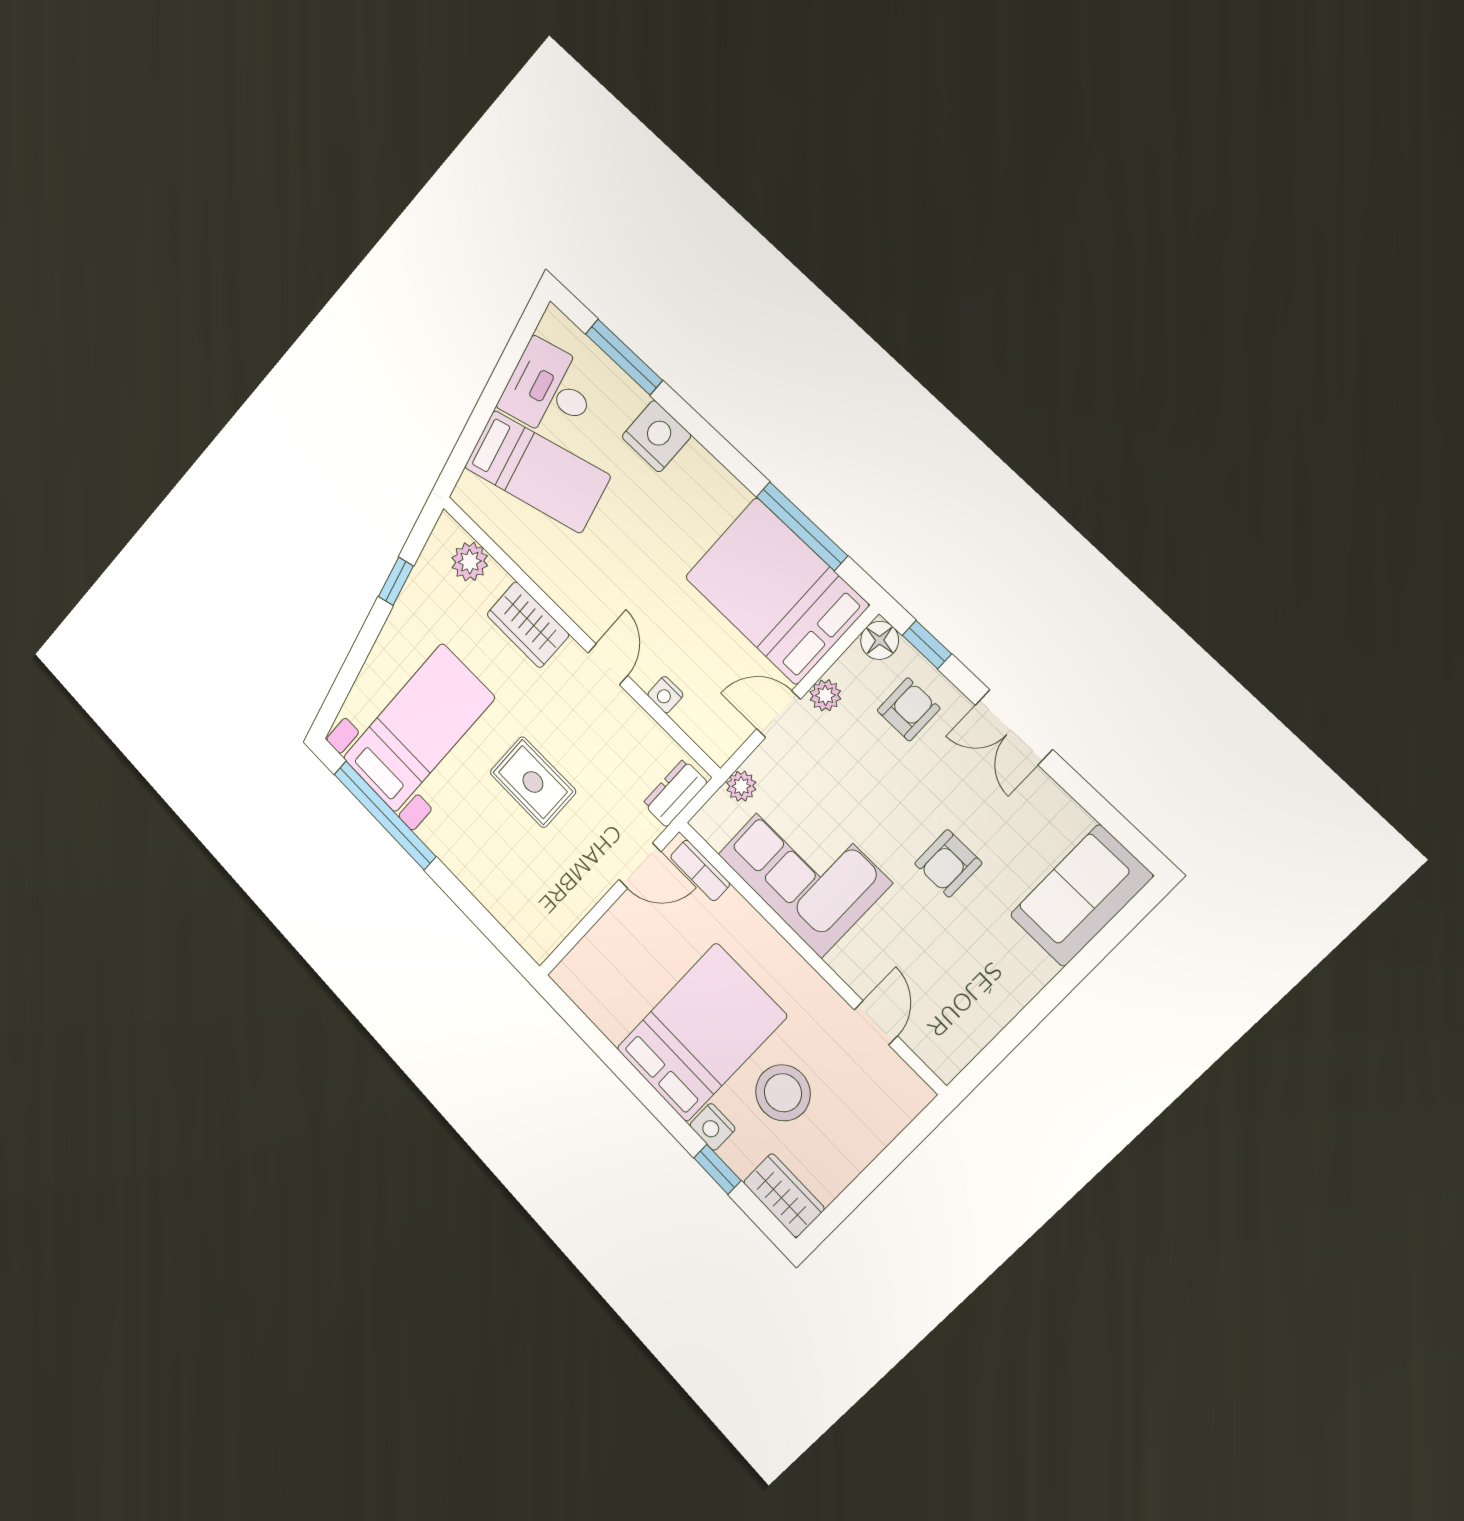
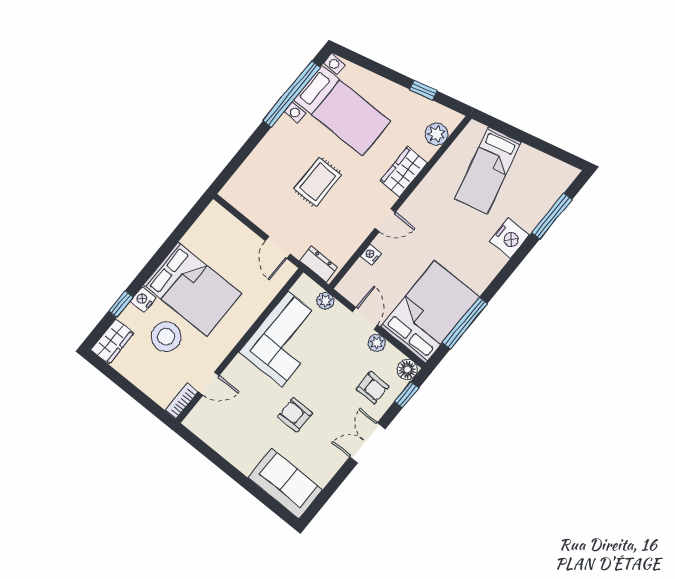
desk: (549, 390) -> (533, 174), removed
bookcase: (700, 870) -> (181, 401), moved

